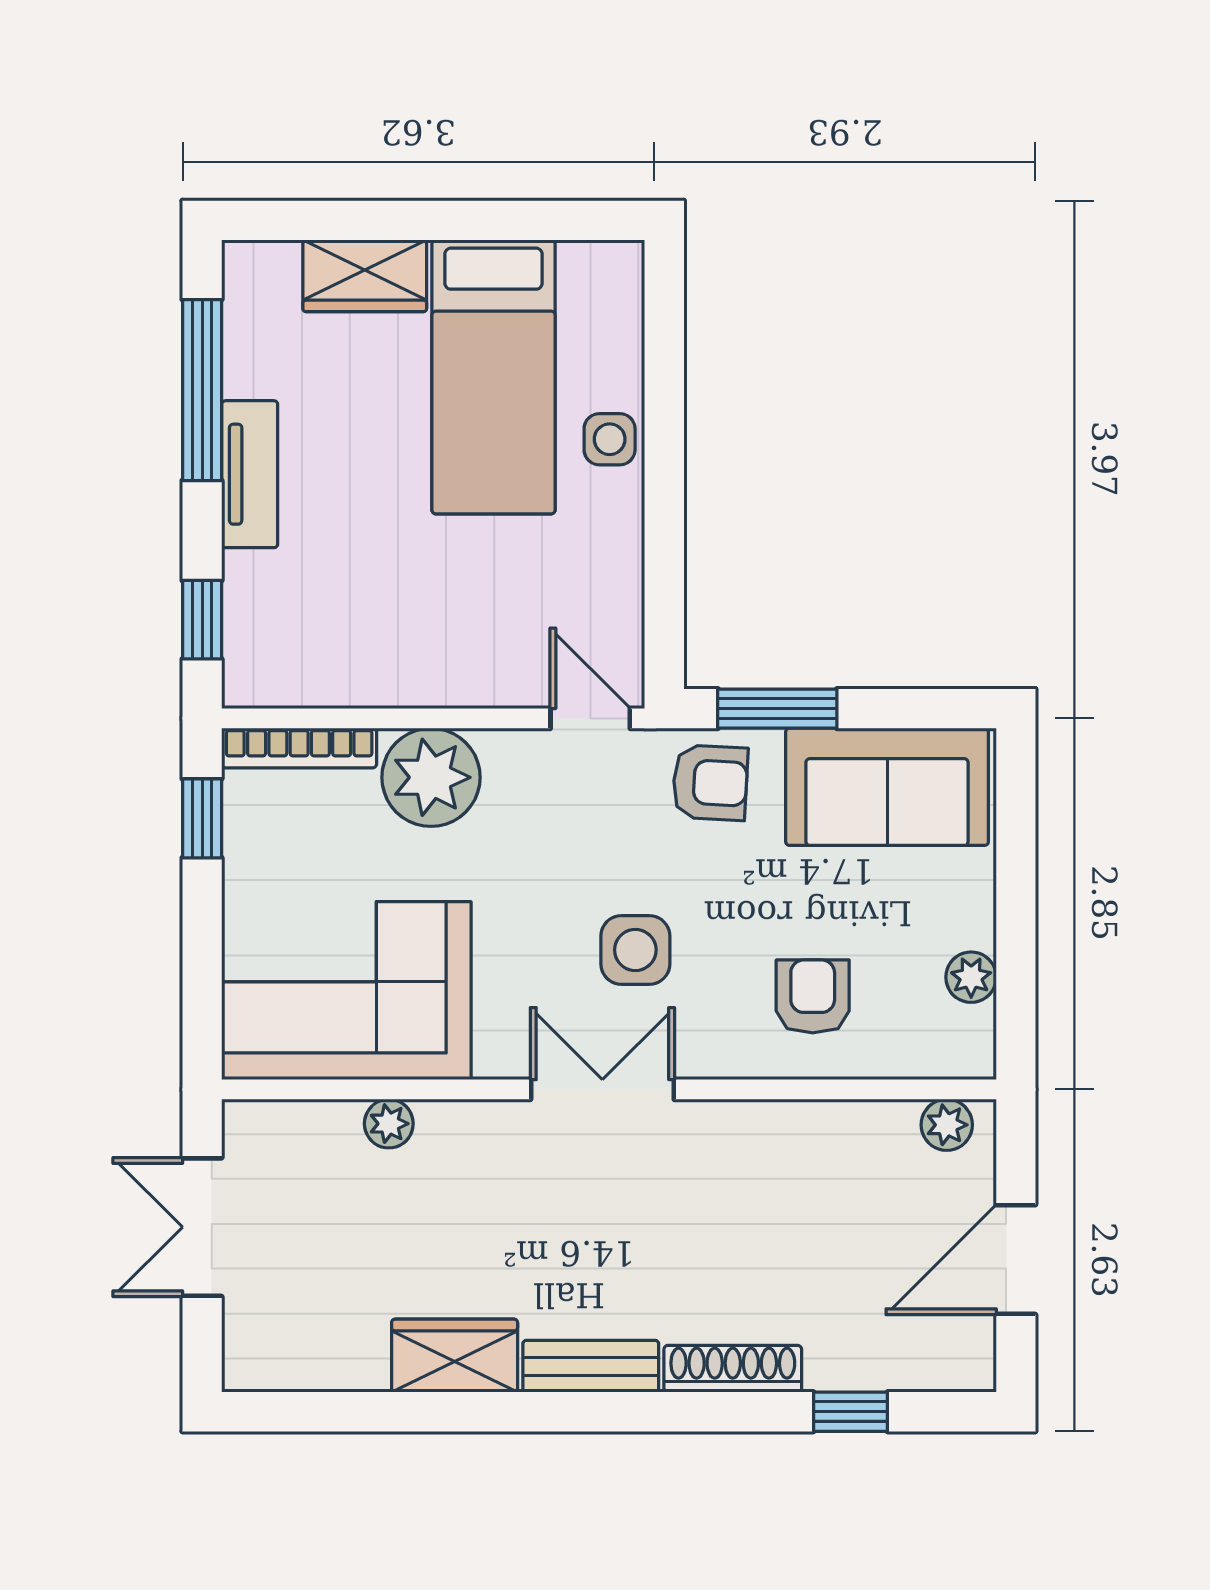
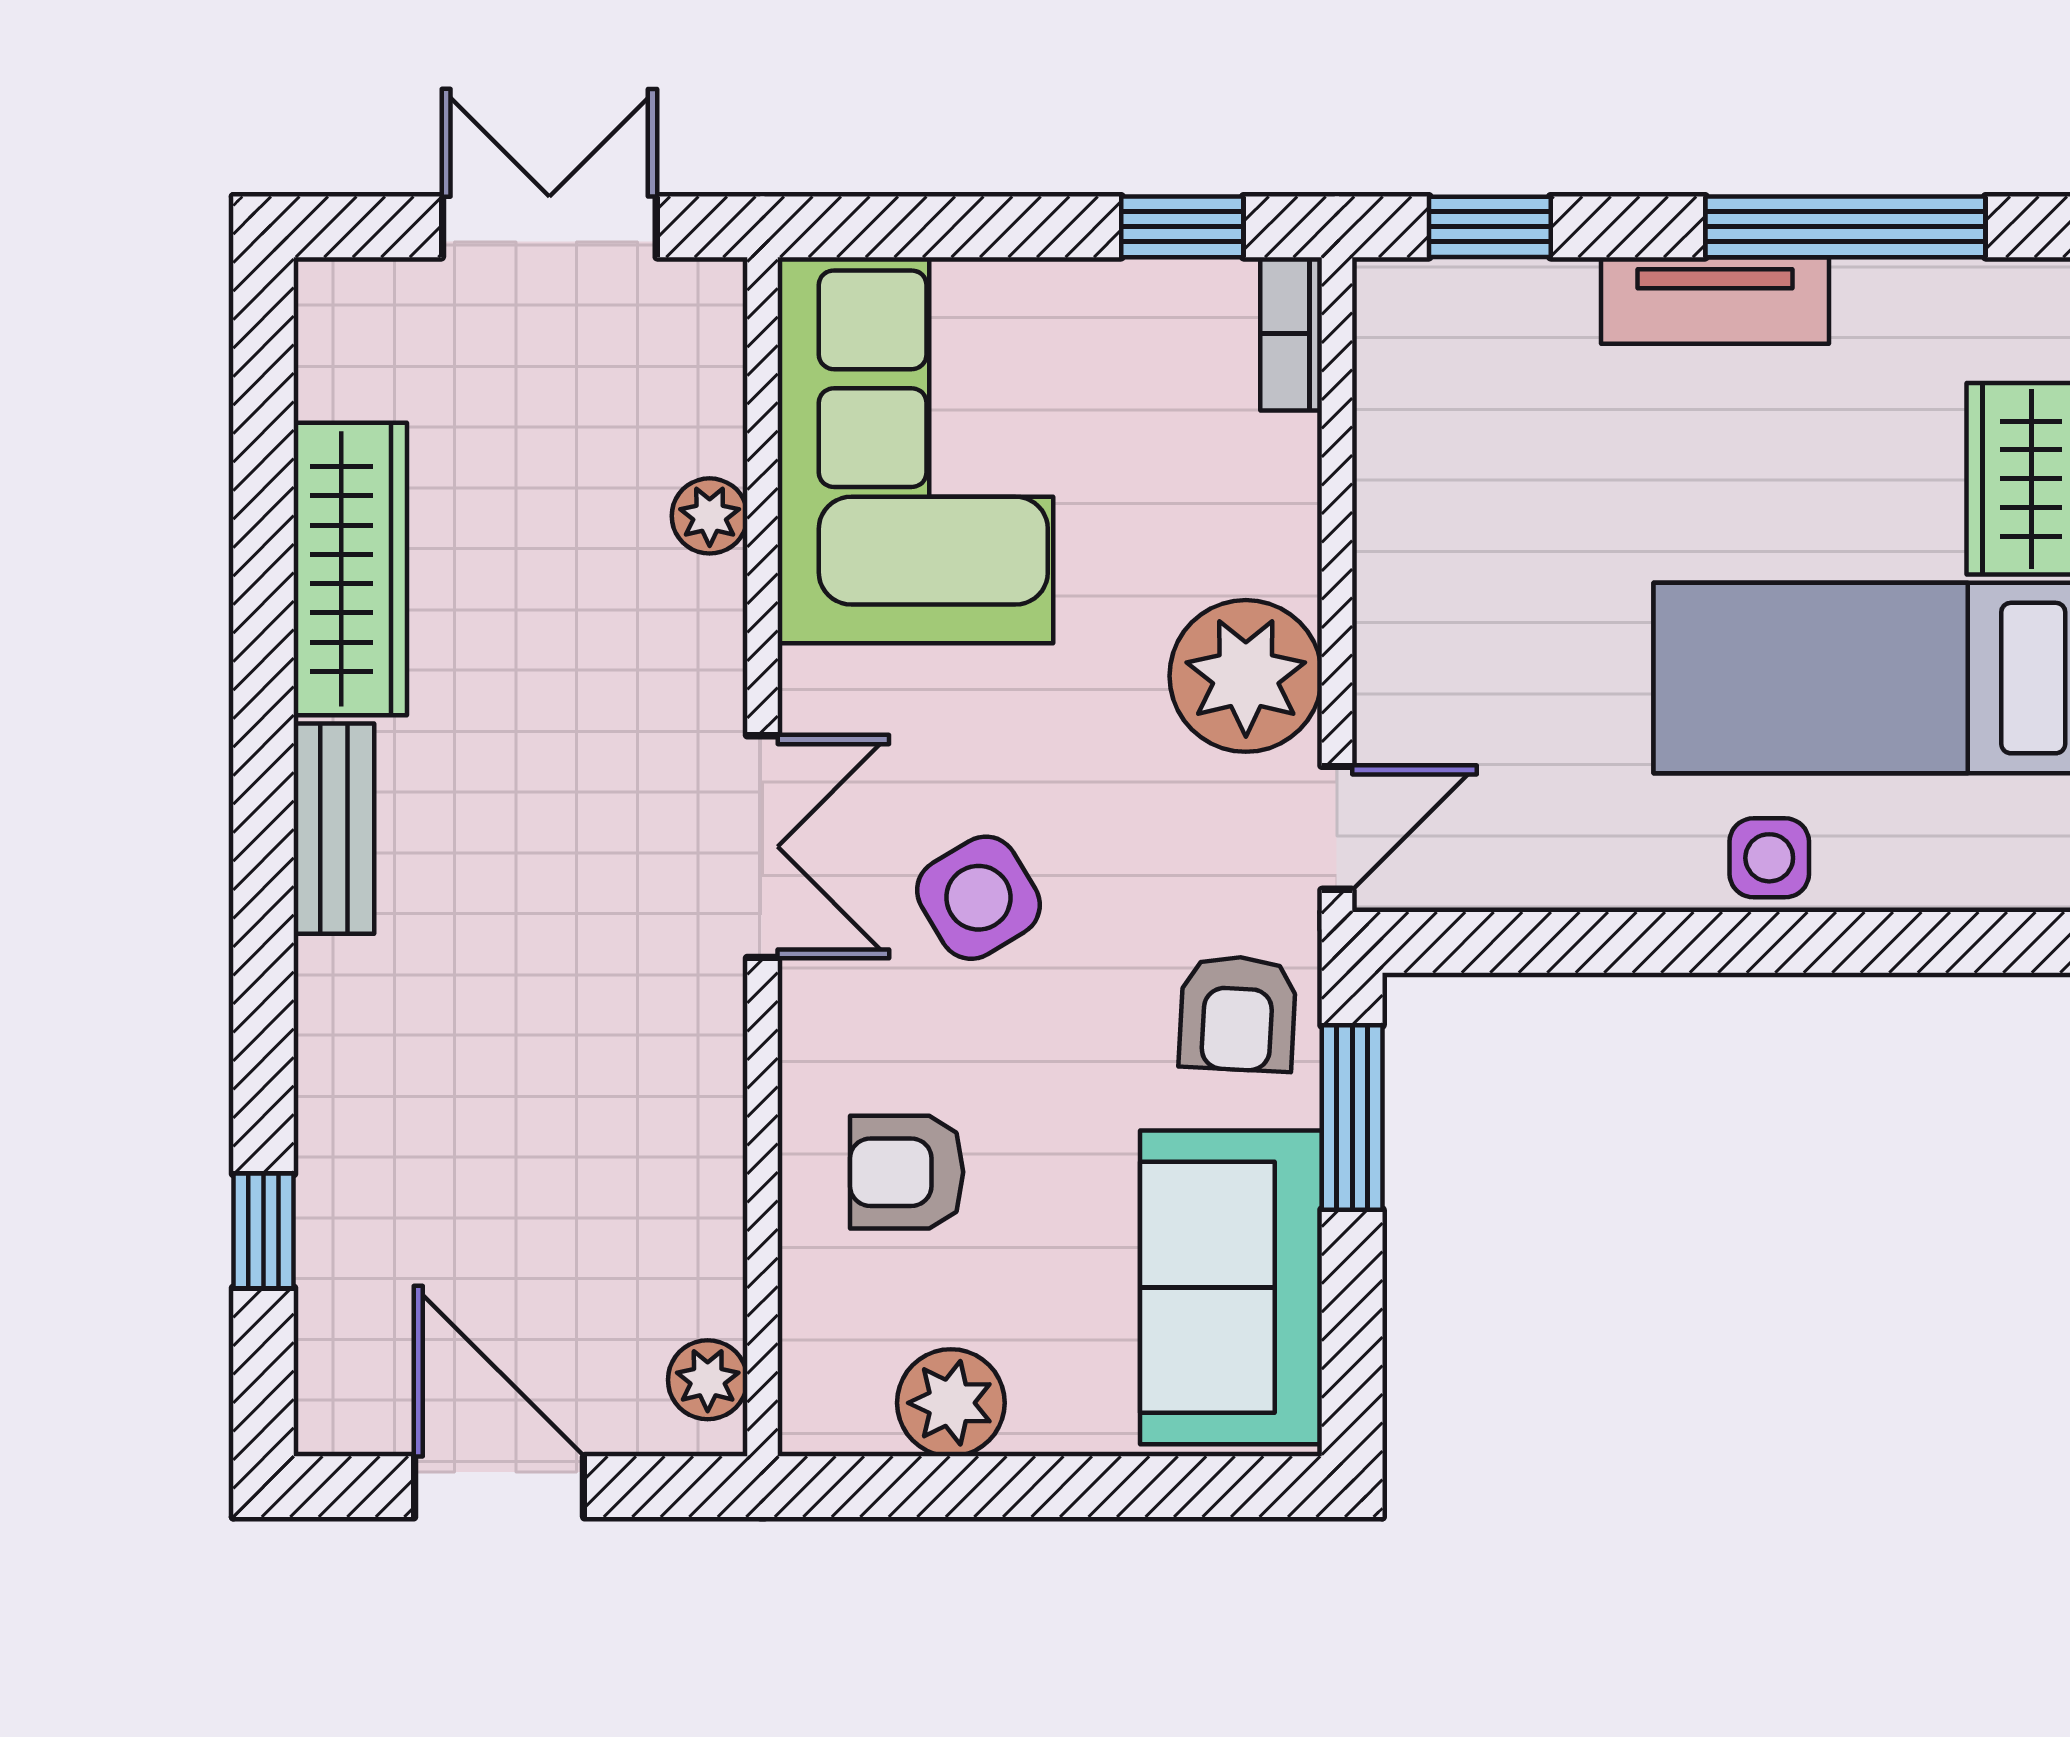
bookcase: (299, 748) -> (1291, 334), width x0.64
plant: (431, 777) -> (1246, 676), moved
side table: (635, 950) -> (978, 898), turned -31
plant: (971, 977) -> (951, 1403), width x1.38, depth x1.38
armchair: (813, 996) -> (907, 1172), turned 180
wardrobe: (455, 1356) -> (350, 569), width x1.50
shoe rack: (733, 1369) -> (330, 1048), removed

